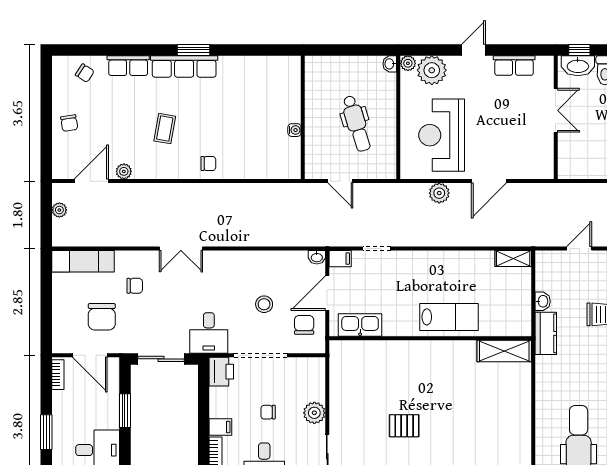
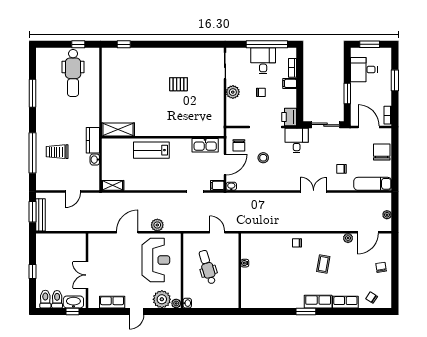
row of seats: (184, 66) -> (318, 302), width x0.68
chair: (102, 317) -> (382, 152), moved

